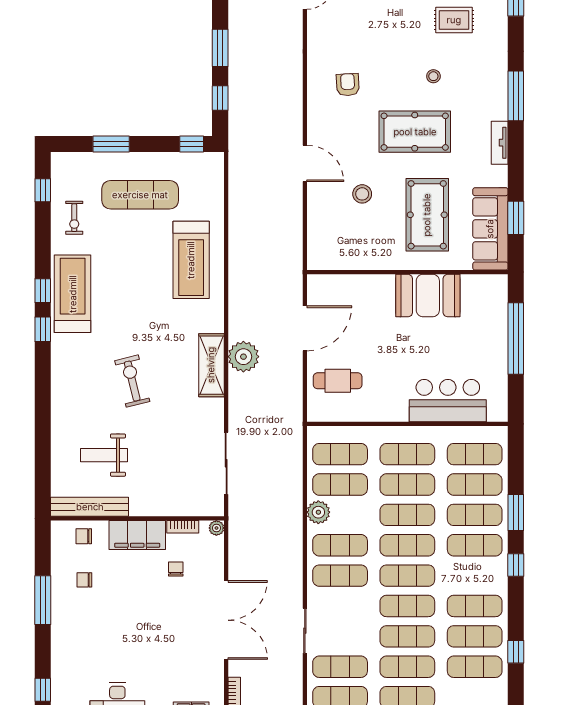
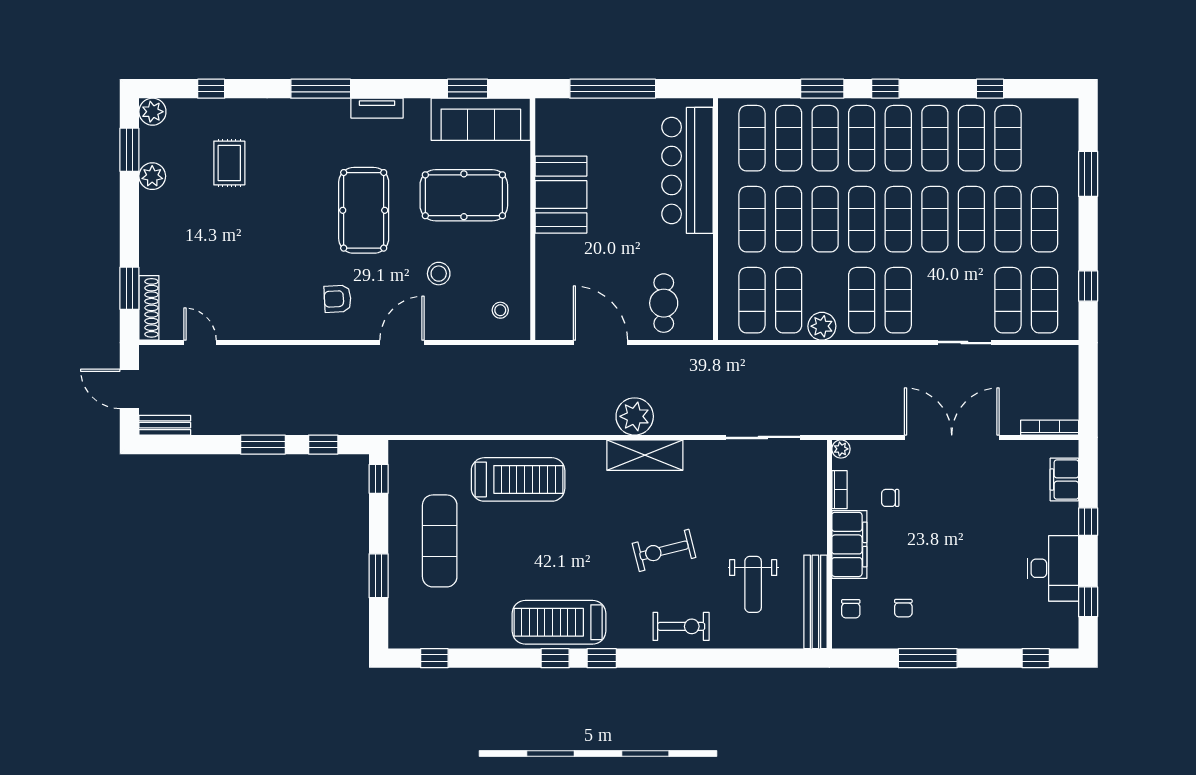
stool: (433, 76) -> (500, 310), moved
armchair: (348, 85) -> (338, 299), moved
exercise bike: (74, 218) -> (681, 626), moved, width x1.38, depth x1.39
bar counter: (448, 401) -> (688, 170), width x1.36
exercise mat: (475, 576) -> (898, 138), added

